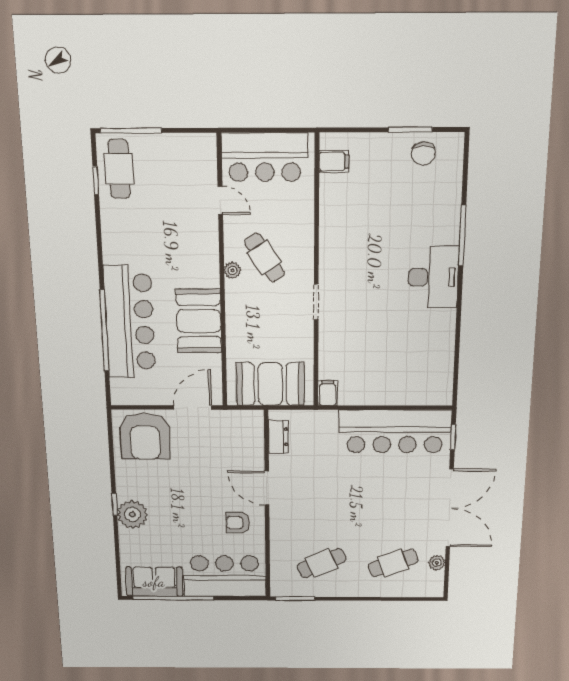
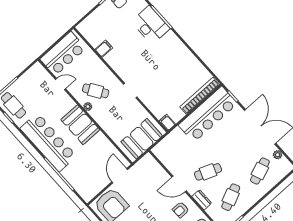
filing cabinet: (334, 162) -> (104, 49), moved
desk: (433, 277) -> (150, 25), moved
booth: (199, 321) -> (80, 125), moved
bar counter: (130, 322) -> (48, 142), moved
bookcase: (408, 396) -> (200, 96), added
dresser: (278, 437) -> (202, 200), moved
cafe table: (322, 506) -> (208, 172), added

